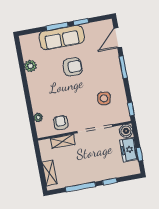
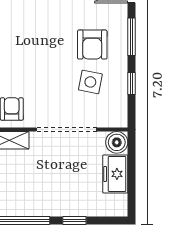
armchair: (73, 67) -> (92, 45), moved, turned 90
window: (131, 109) -> (132, 84), moved
window: (139, 154) -> (132, 185), removed

